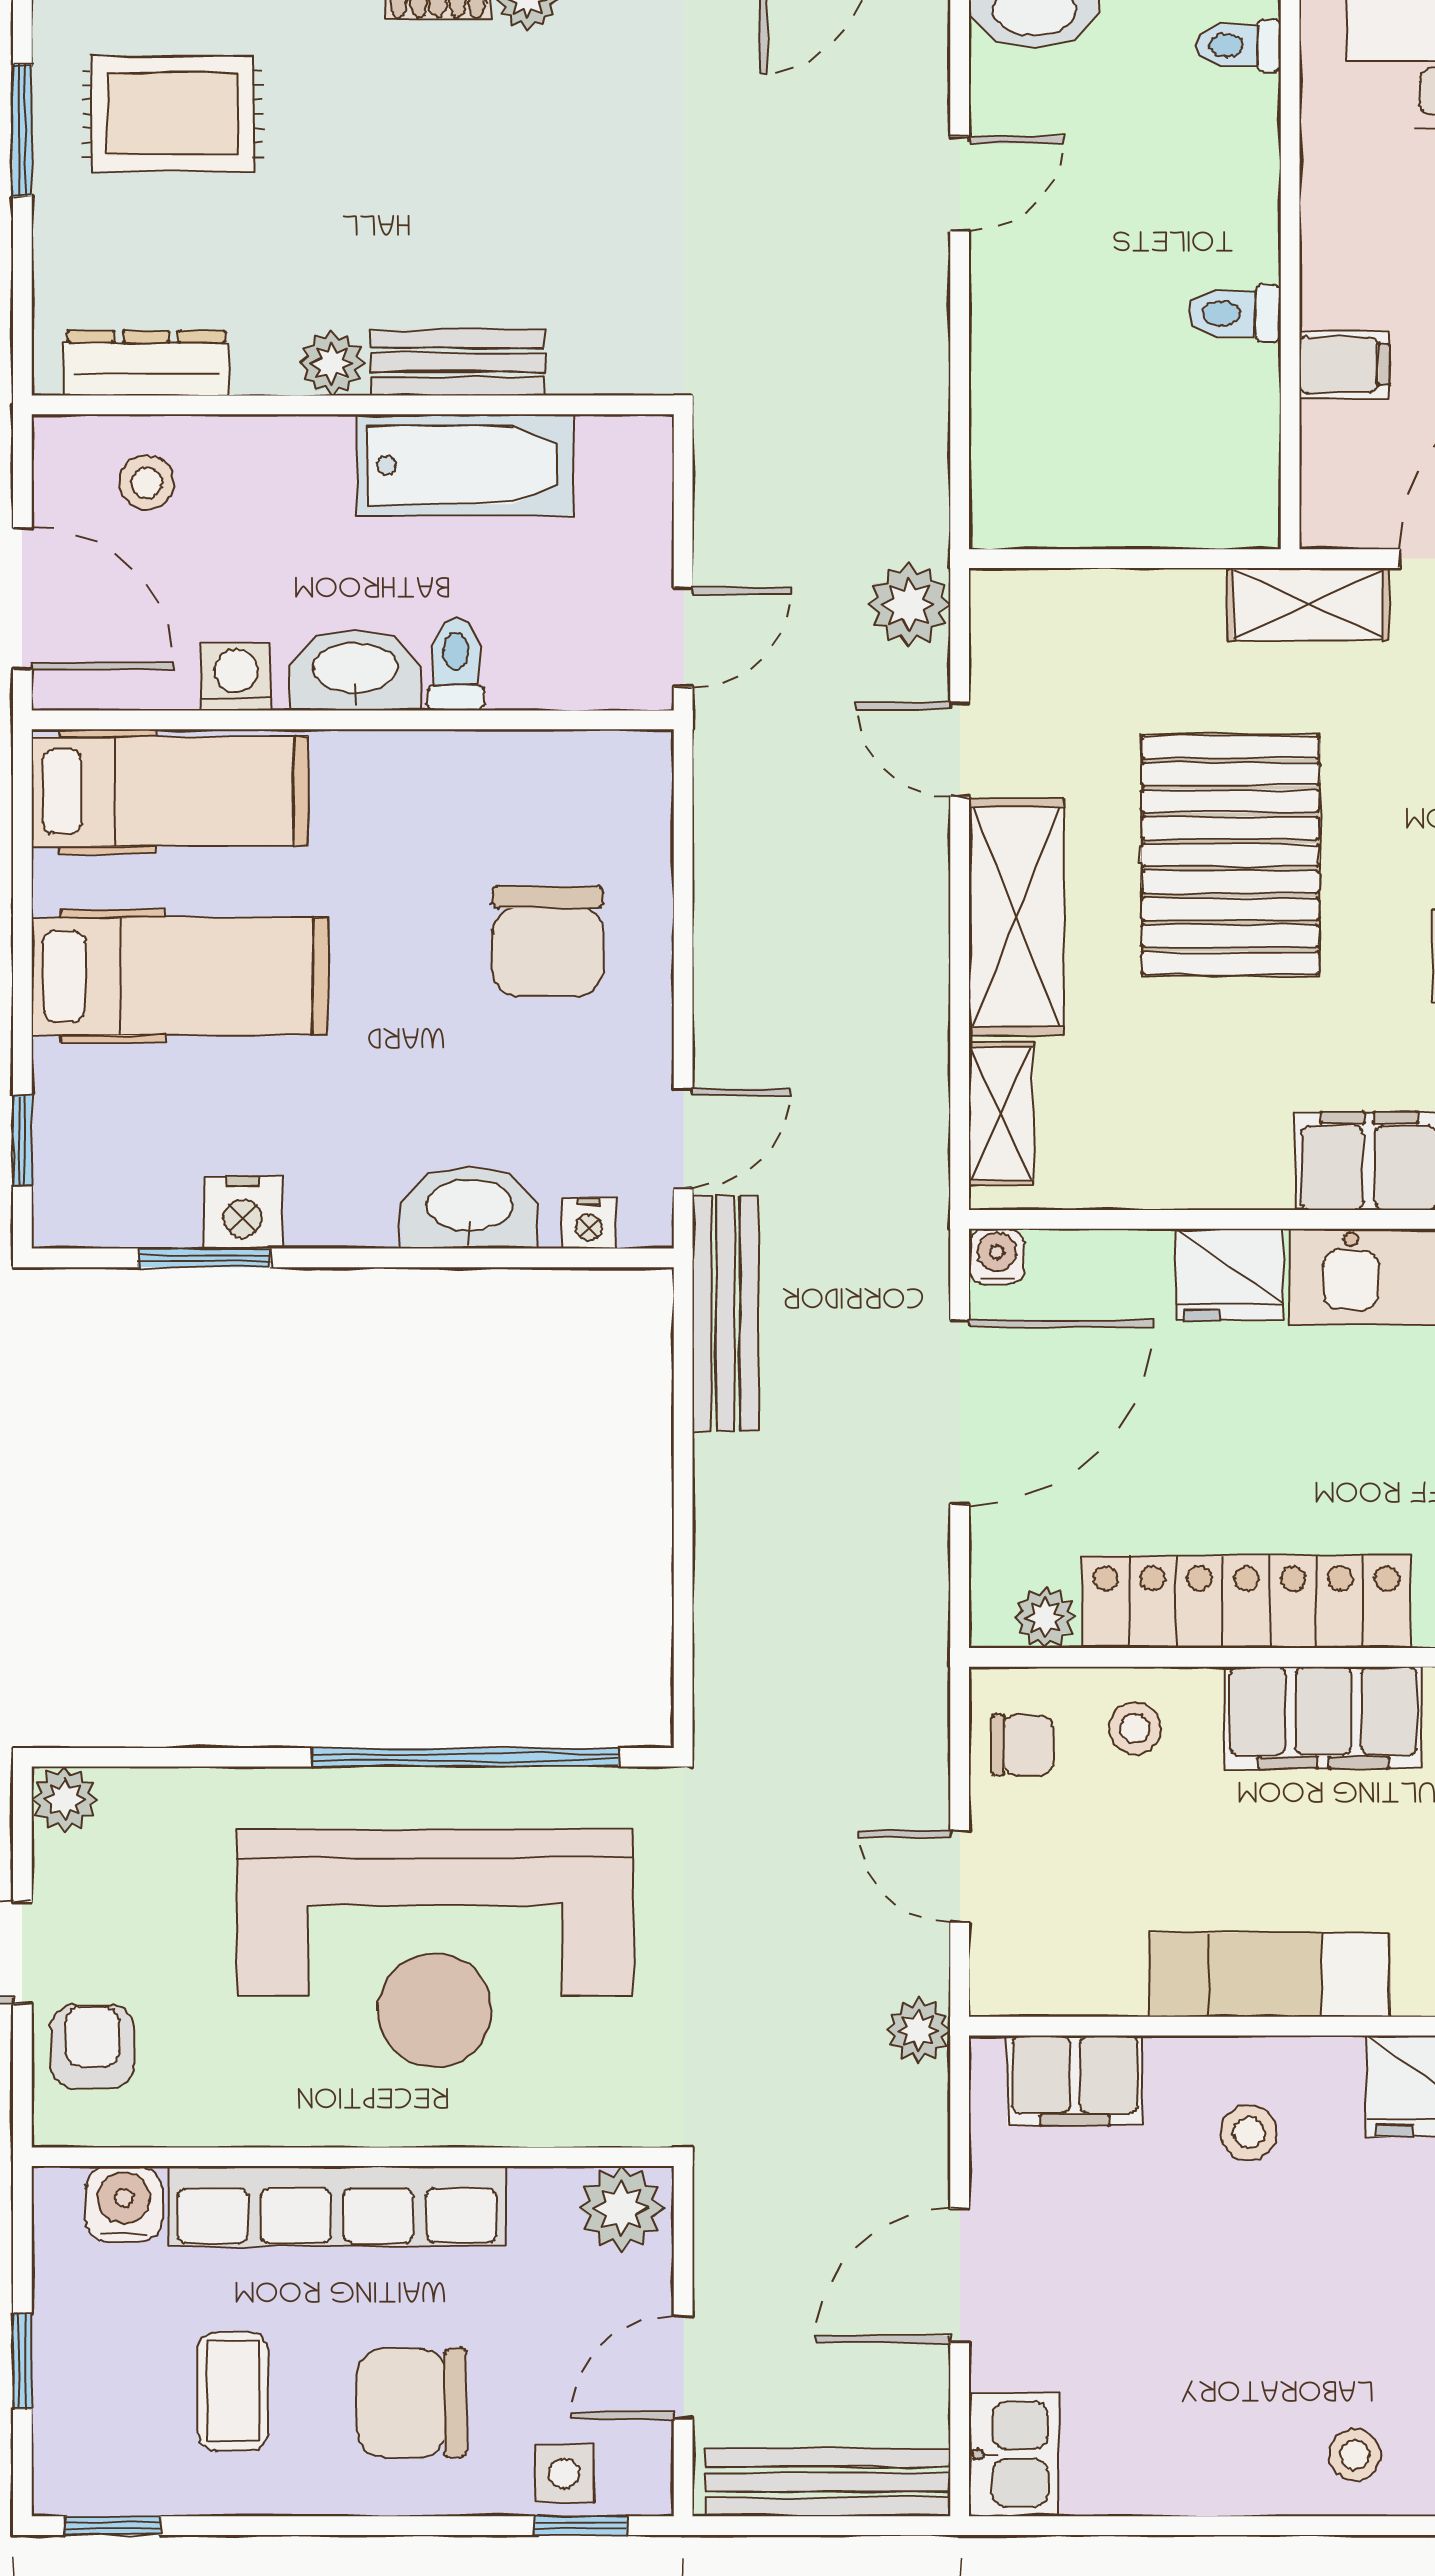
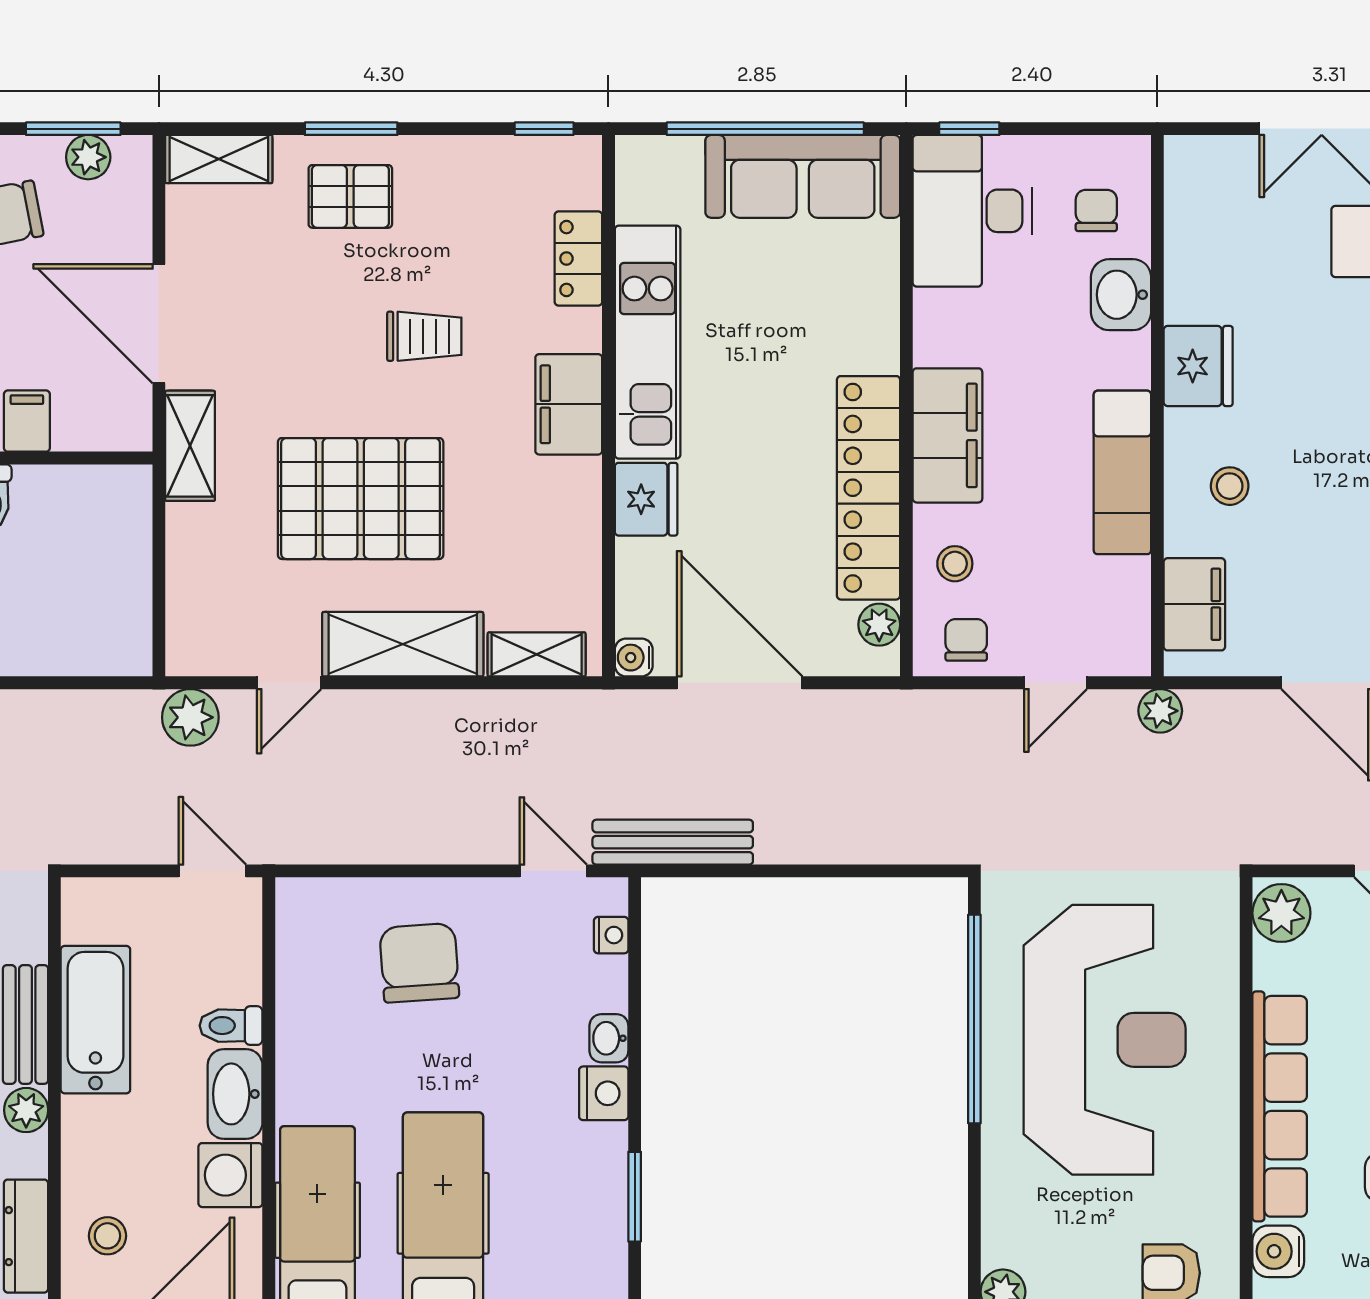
washing machine: (236, 677) -> (230, 1175), width x1.38, depth x1.38
chair: (548, 941) -> (419, 963), turned -94
washbasin: (469, 1207) -> (609, 1038), width x0.52, depth x0.69
nightstand: (243, 1212) -> (604, 1093), moved

